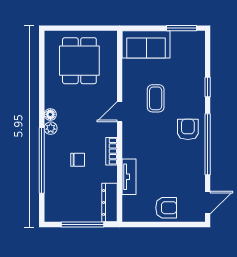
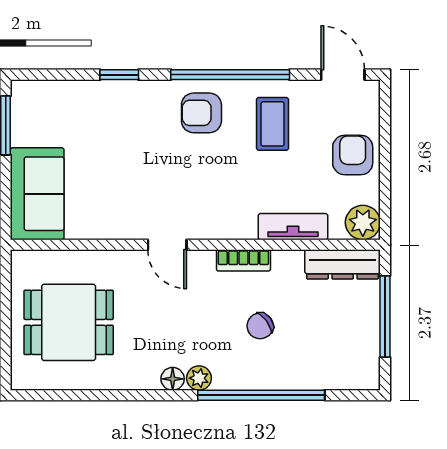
coffee table: (156, 98) -> (273, 124), moved, turned 90
chair: (78, 160) -> (260, 326), turned -126
plant: (131, 213) -> (363, 222), added

